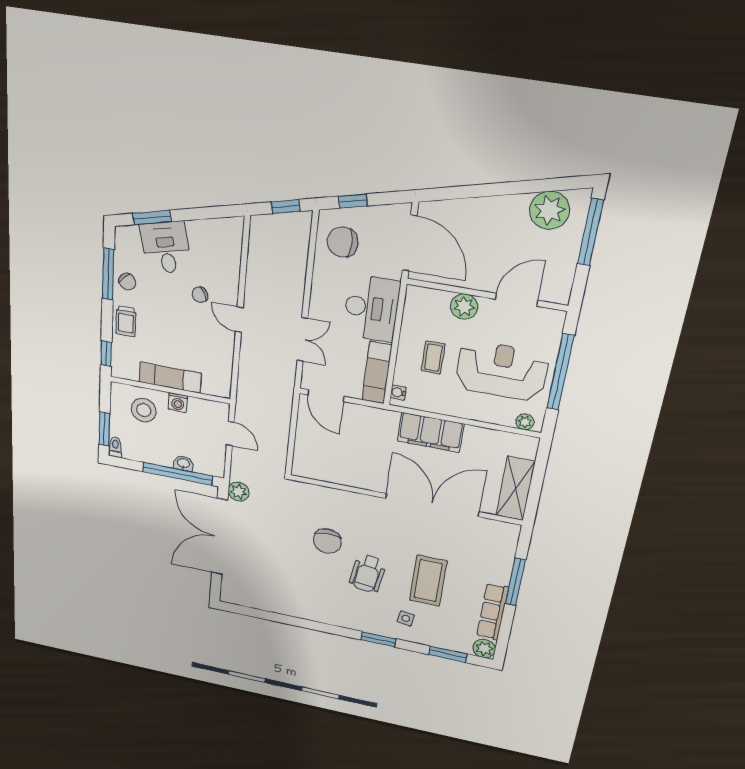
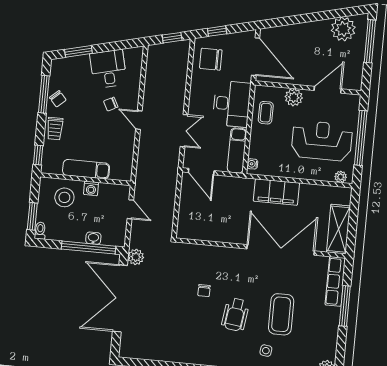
desk: (166, 248) -> (108, 69), moved
coffee table: (433, 357) -> (266, 113), moved
chair: (327, 541) -> (204, 291), width x0.54, depth x0.54
row of seats: (493, 612) -> (335, 281), moved

